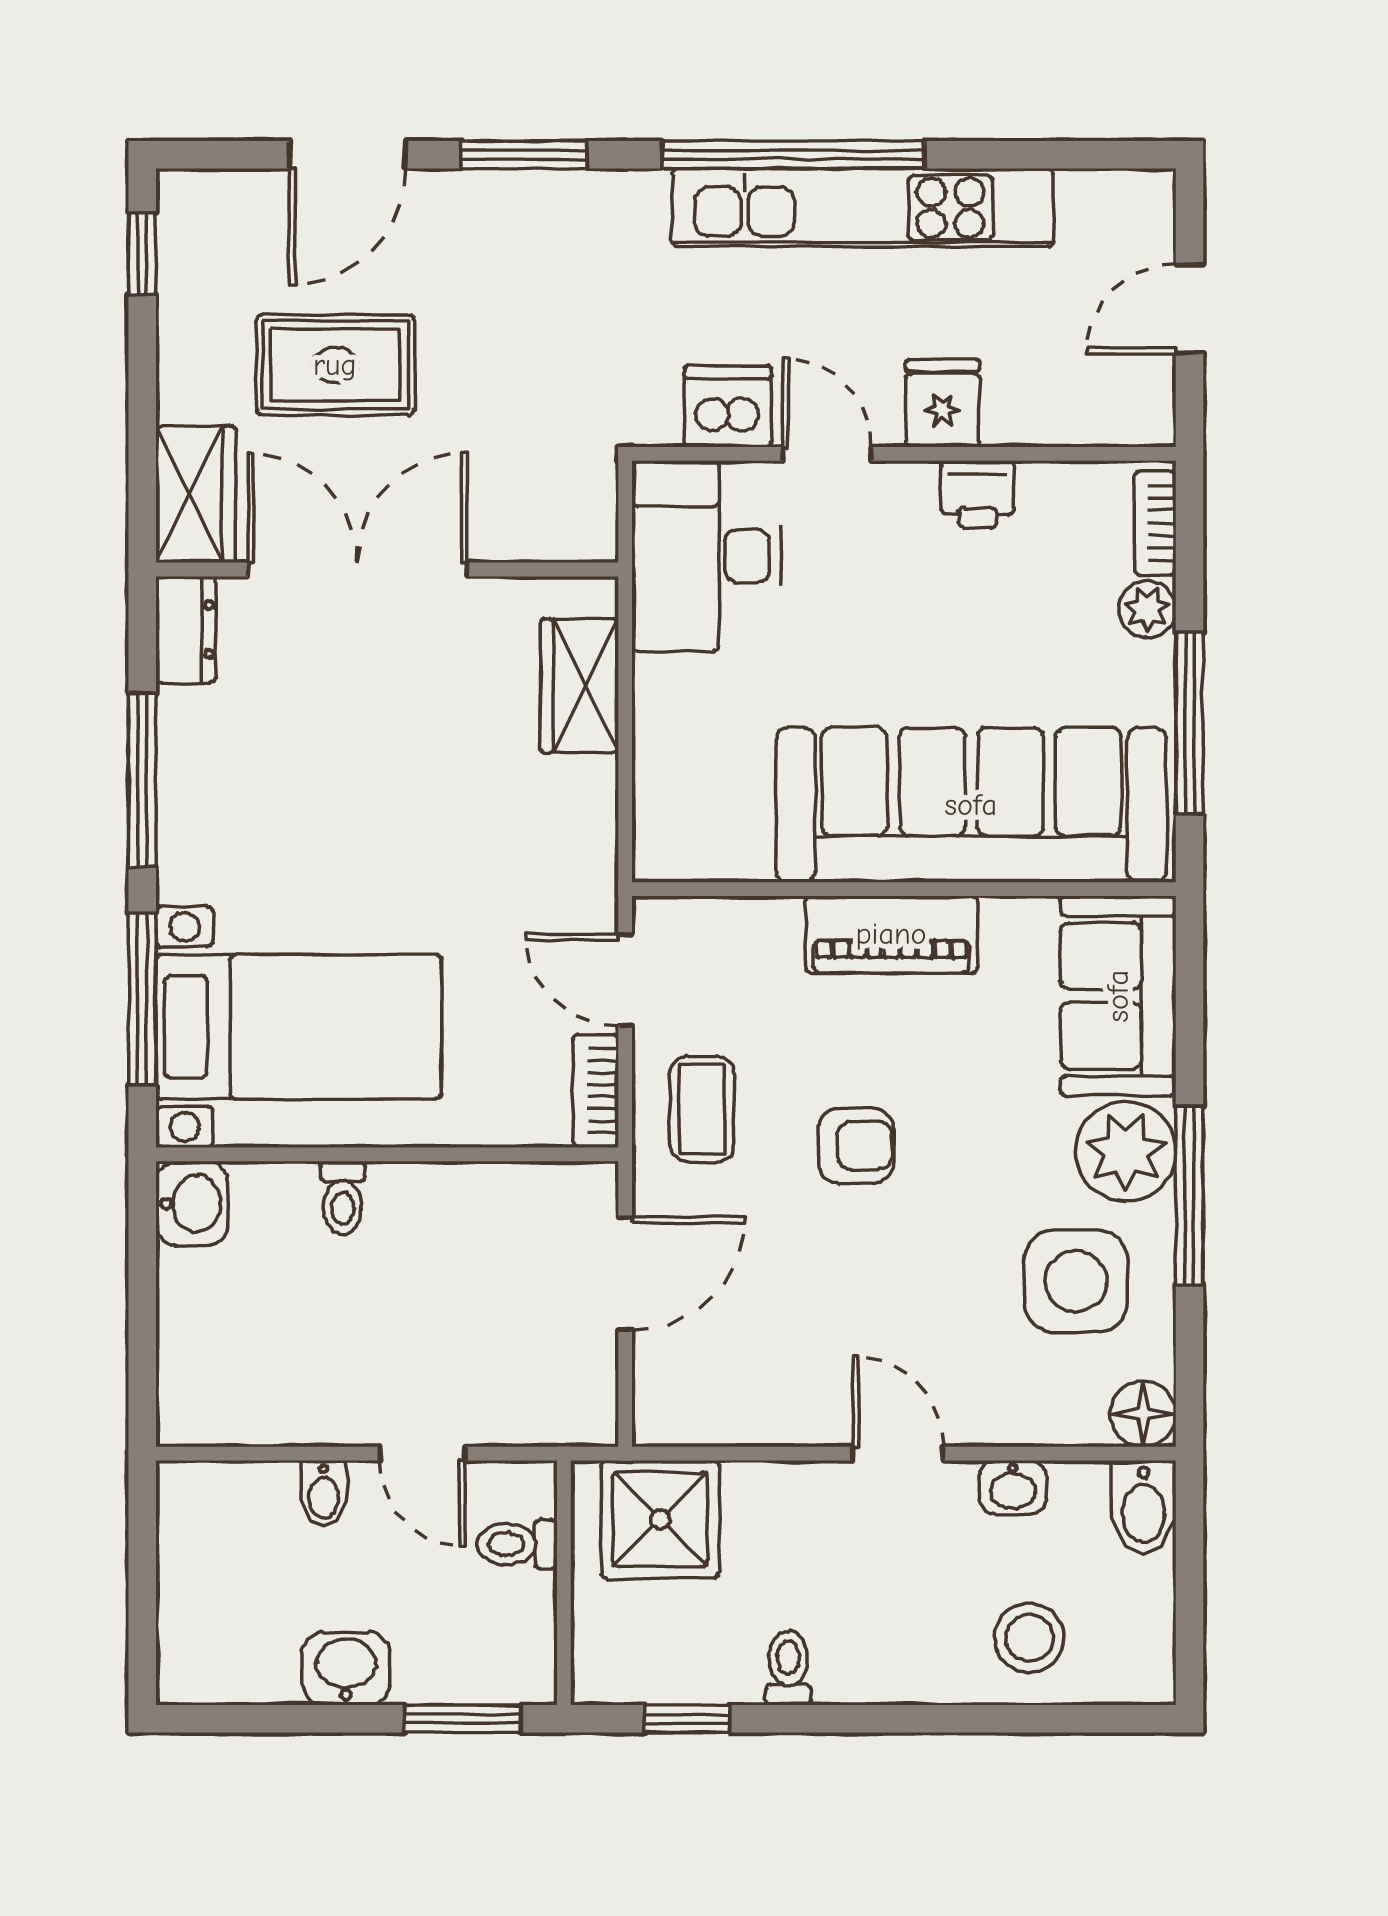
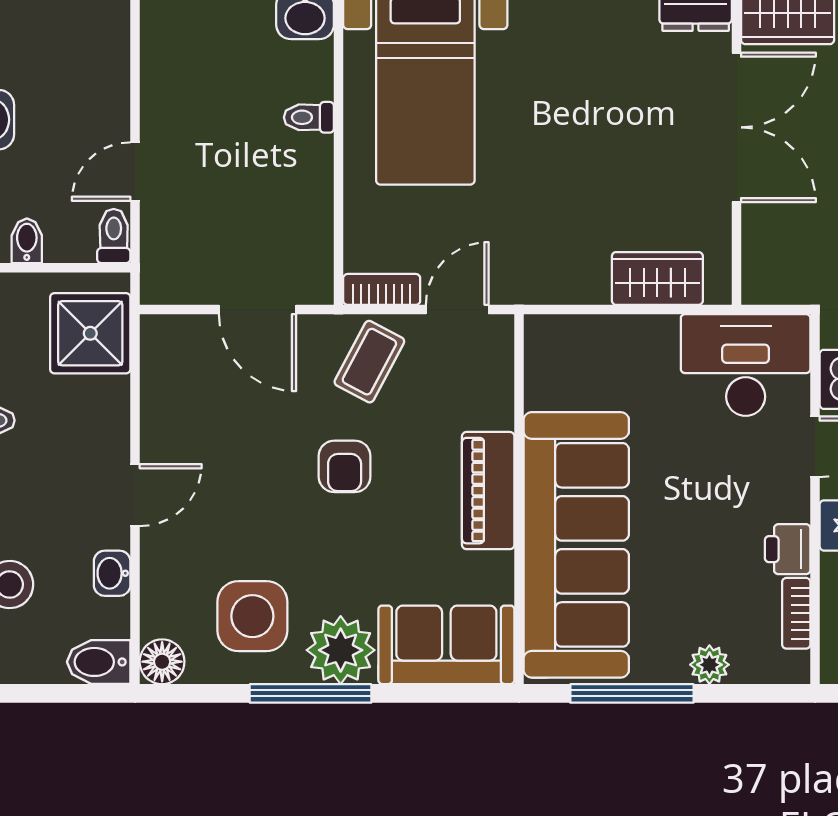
bookcase: (1155, 523) -> (796, 613), moved, turned -90
coffee table: (702, 1109) -> (369, 362), turned -62
bidet: (324, 1493) -> (27, 241), moved, turned 90
toilet: (517, 1544) -> (114, 236), moved

